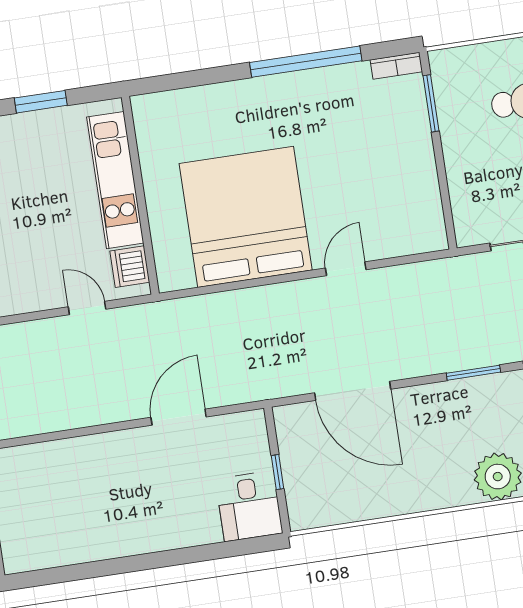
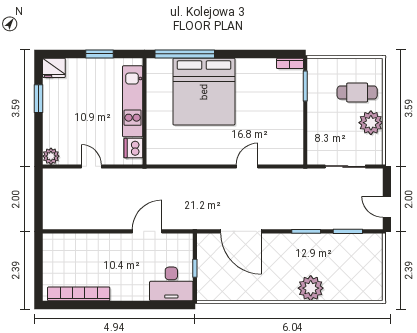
window: (306, 62) -> (185, 54), moved
bed: (246, 217) -> (204, 92), moved, turned 180
door: (87, 308) -> (91, 166), moved
desk: (249, 506) -> (171, 284), width x1.37
bookcase: (69, 552) -> (79, 294), added

